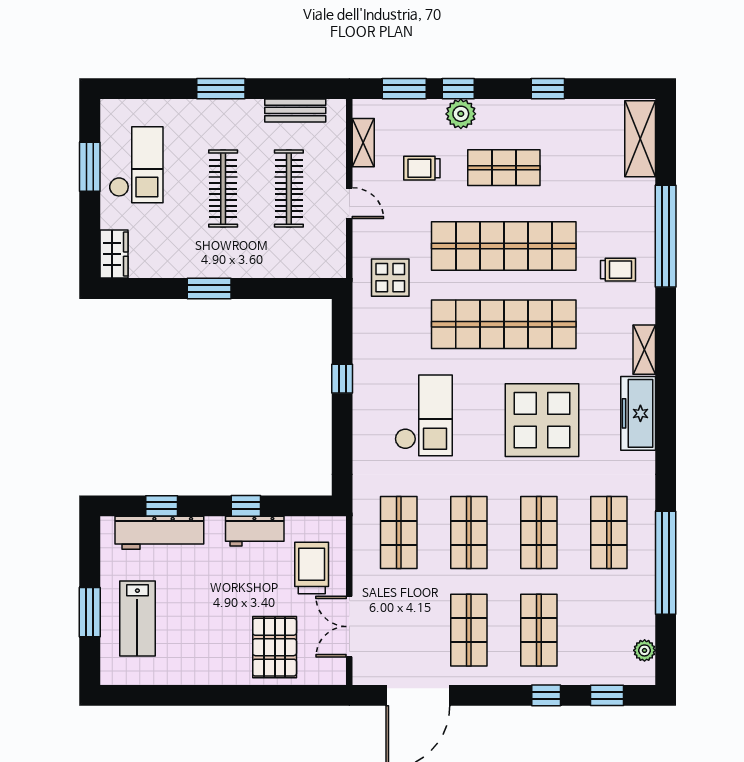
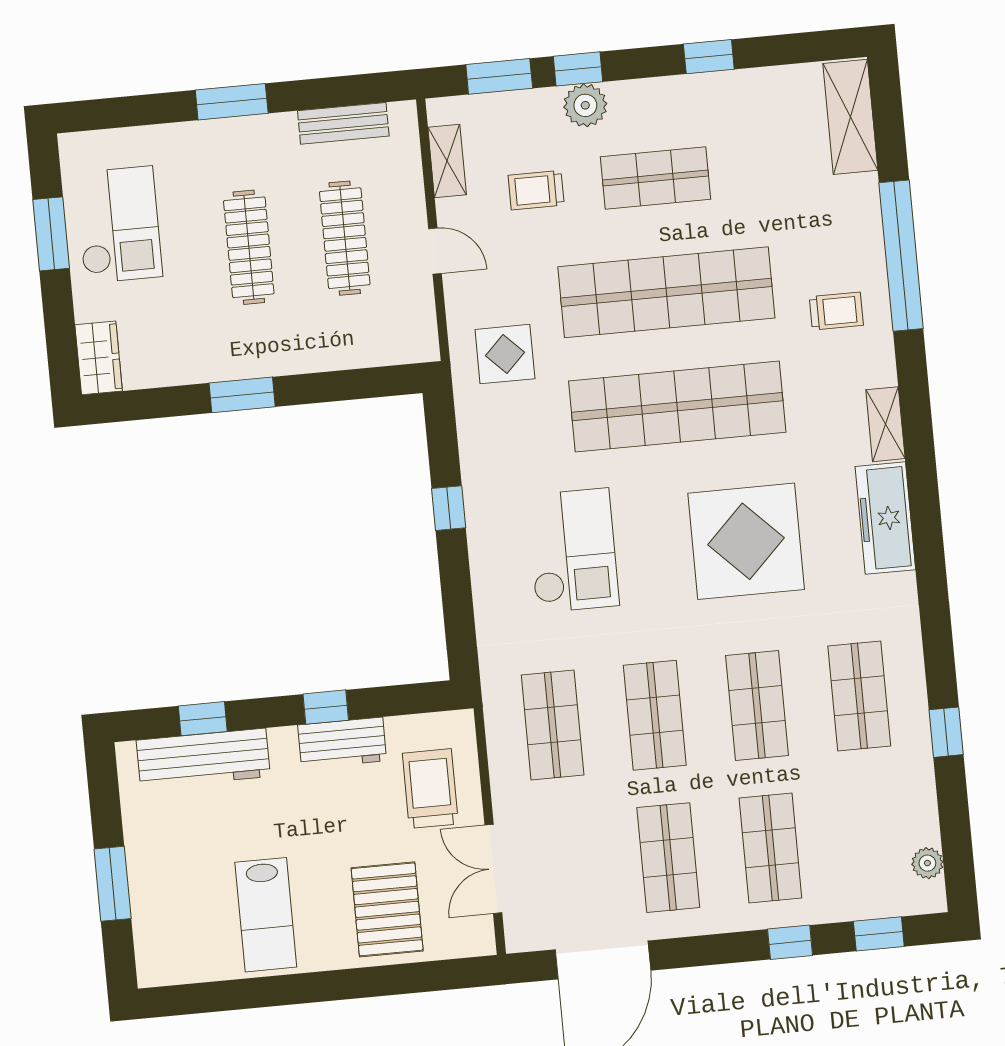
window: (666, 563) -> (946, 732), width x0.32
lab bench: (137, 619) -> (266, 915), moved

